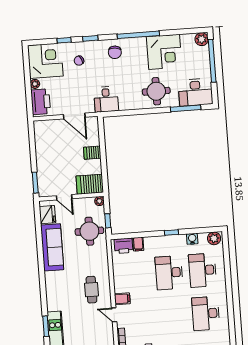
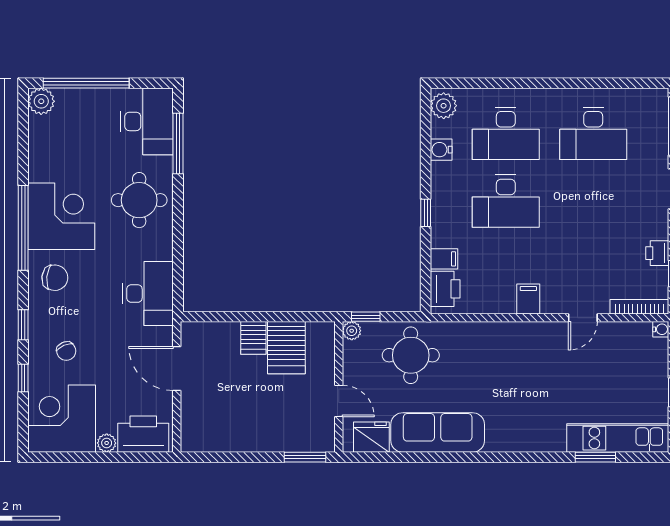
corner desk: (164, 52) -> (61, 216), moved
desk: (106, 99) -> (148, 294), width x1.37
door: (74, 116) -> (177, 369), swing flipped
server rack: (90, 184) -> (286, 348), moved
door: (64, 197) -> (339, 401), hinge flipped
window: (108, 221) -> (366, 317), moved
window: (171, 233) -> (426, 213), moved
cafe table: (91, 290) -> (529, 360), removed
filing cabinet: (122, 299) -> (528, 299), moved

